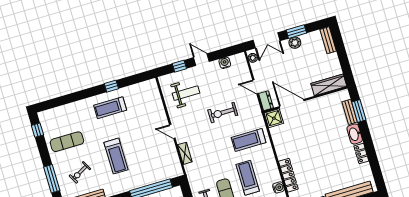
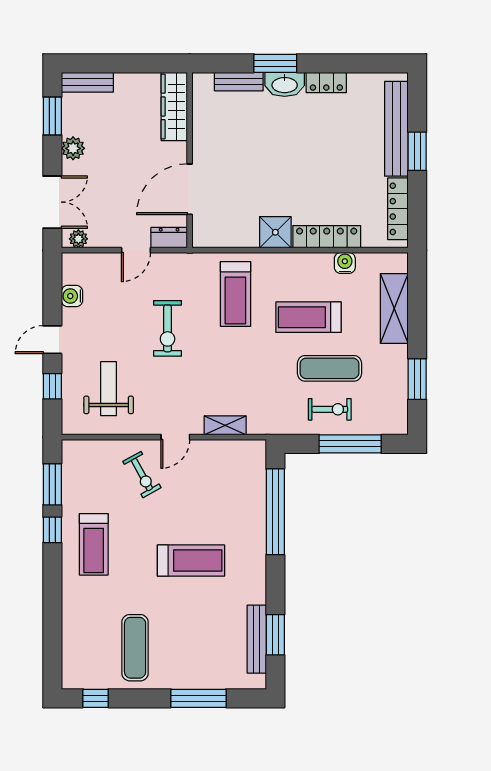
window: (296, 32) -> (52, 116), moved
window: (133, 80) -> (52, 484), added
window: (359, 111) -> (275, 63), moved
shower: (274, 118) -> (275, 232), moved
exercise bike: (80, 172) -> (142, 475), moved

